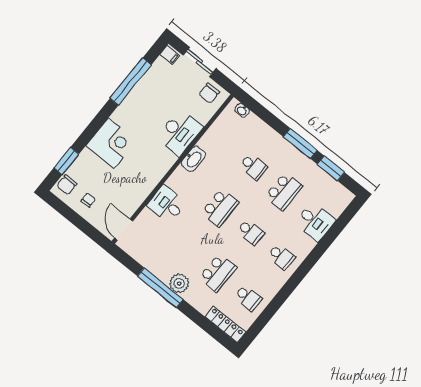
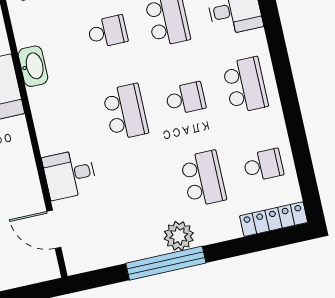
washbasin: (193, 159) -> (33, 66), moved
door: (124, 230) -> (54, 229), moved
school desk: (281, 257) -> (245, 85), width x1.85

